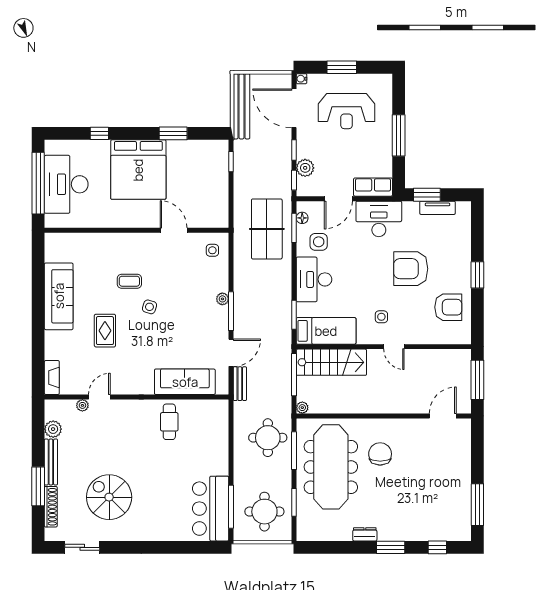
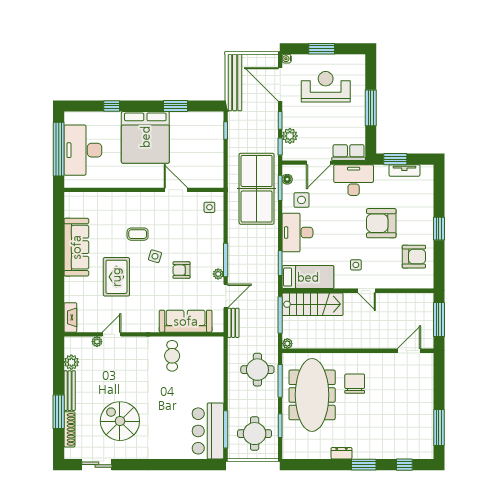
reception desk: (347, 111) -> (326, 87), turned 180
table tennis table: (267, 229) -> (257, 189), width x1.36, depth x1.32
plant: (222, 299) -> (218, 274), moved
armchair: (180, 323) -> (181, 270), added
rug: (105, 331) -> (116, 277), width x1.36, depth x1.43

